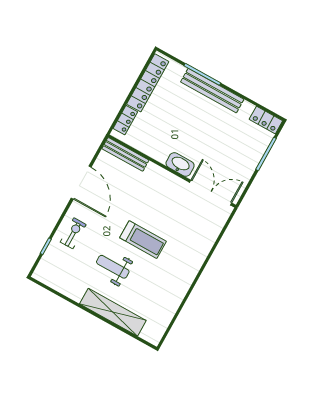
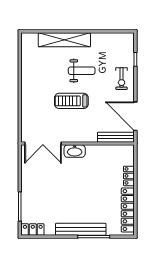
bench: (125, 154) -> (116, 137), moved
washbasin: (180, 164) -> (75, 151), moved
wall: (172, 171) -> (78, 143), moved
double door: (211, 193) -> (43, 143), moved

